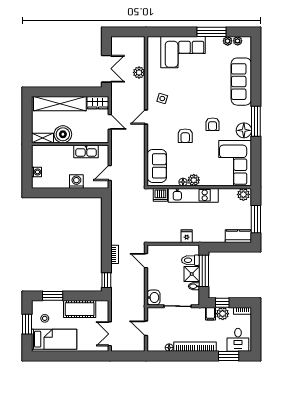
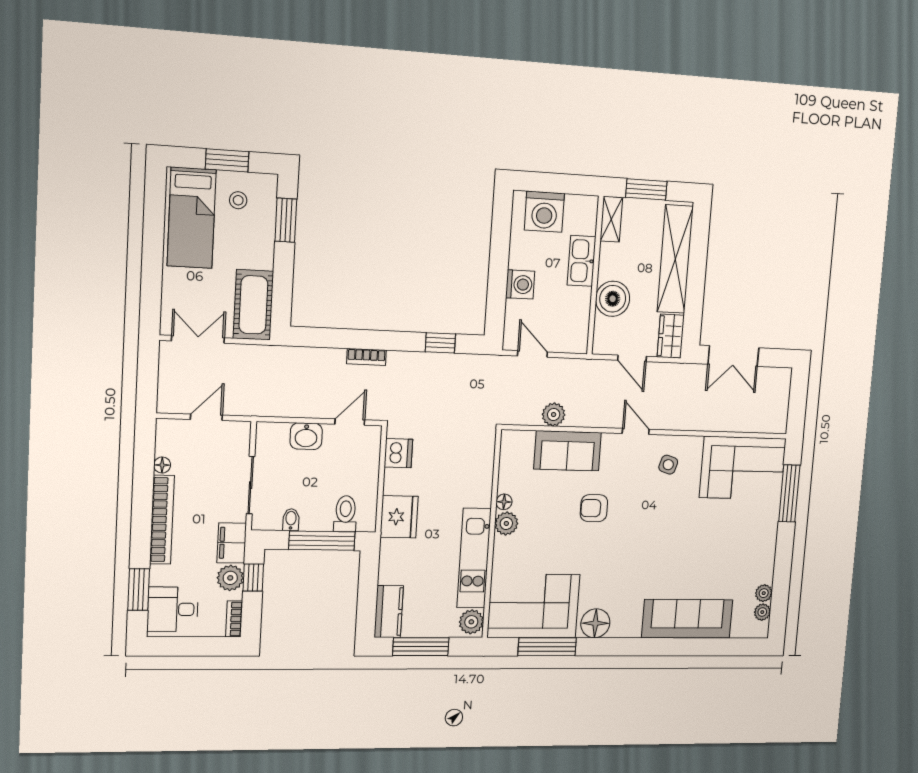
window: (212, 32) -> (789, 493), moved
corner sofa: (183, 52) -> (743, 468), moved, turned -90
plant: (139, 72) -> (554, 415), moved
window: (27, 121) -> (646, 189), added
window: (256, 121) -> (547, 647), moved
door: (110, 122) -> (632, 358), hinge flipped
armchair: (213, 124) -> (612, 562), removed
boiler: (63, 134) -> (613, 299), moved
kitchen sink: (86, 152) -> (582, 261), moved
sofa: (157, 166) -> (568, 451), moved
washing machine: (36, 172) -> (544, 212), width x1.89, depth x1.89
dishwasher: (160, 195) -> (398, 453), moved, turned 180
kitchen unit: (193, 195) -> (474, 558), moved
fridge: (187, 236) -> (399, 517), width x1.88, depth x1.34
shower: (192, 274) -> (317, 516), removed
window: (106, 280) -> (440, 343), moved
washbasin: (153, 298) -> (306, 436), moved
cot: (80, 309) -> (253, 305), moved
filing cabinet: (210, 314) -> (232, 543), width x2.00

